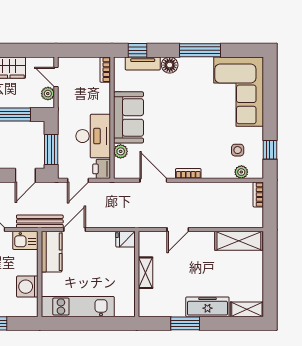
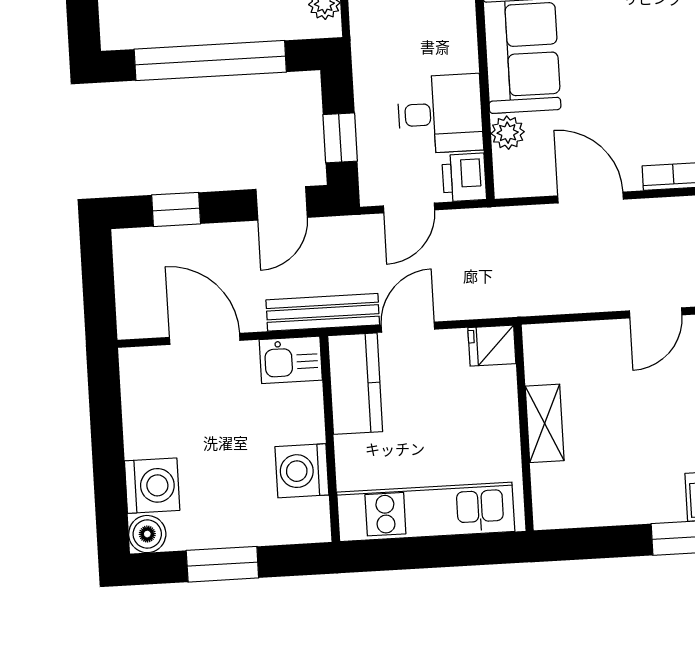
desk: (93, 136) -> (440, 114), width x0.73
window: (51, 150) -> (340, 138), width x0.67
fridge: (125, 239) -> (492, 346), moved
shelving: (145, 273) -> (545, 423), moved
wall: (137, 274) -> (524, 428), moved

